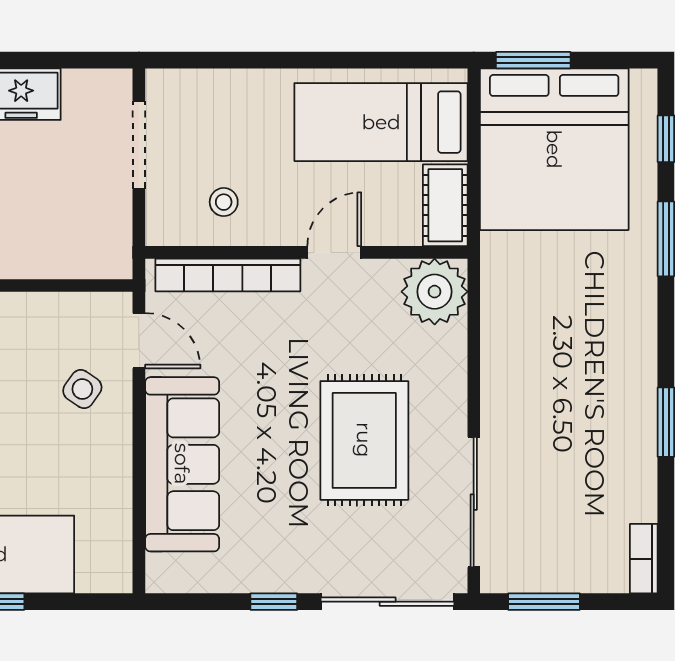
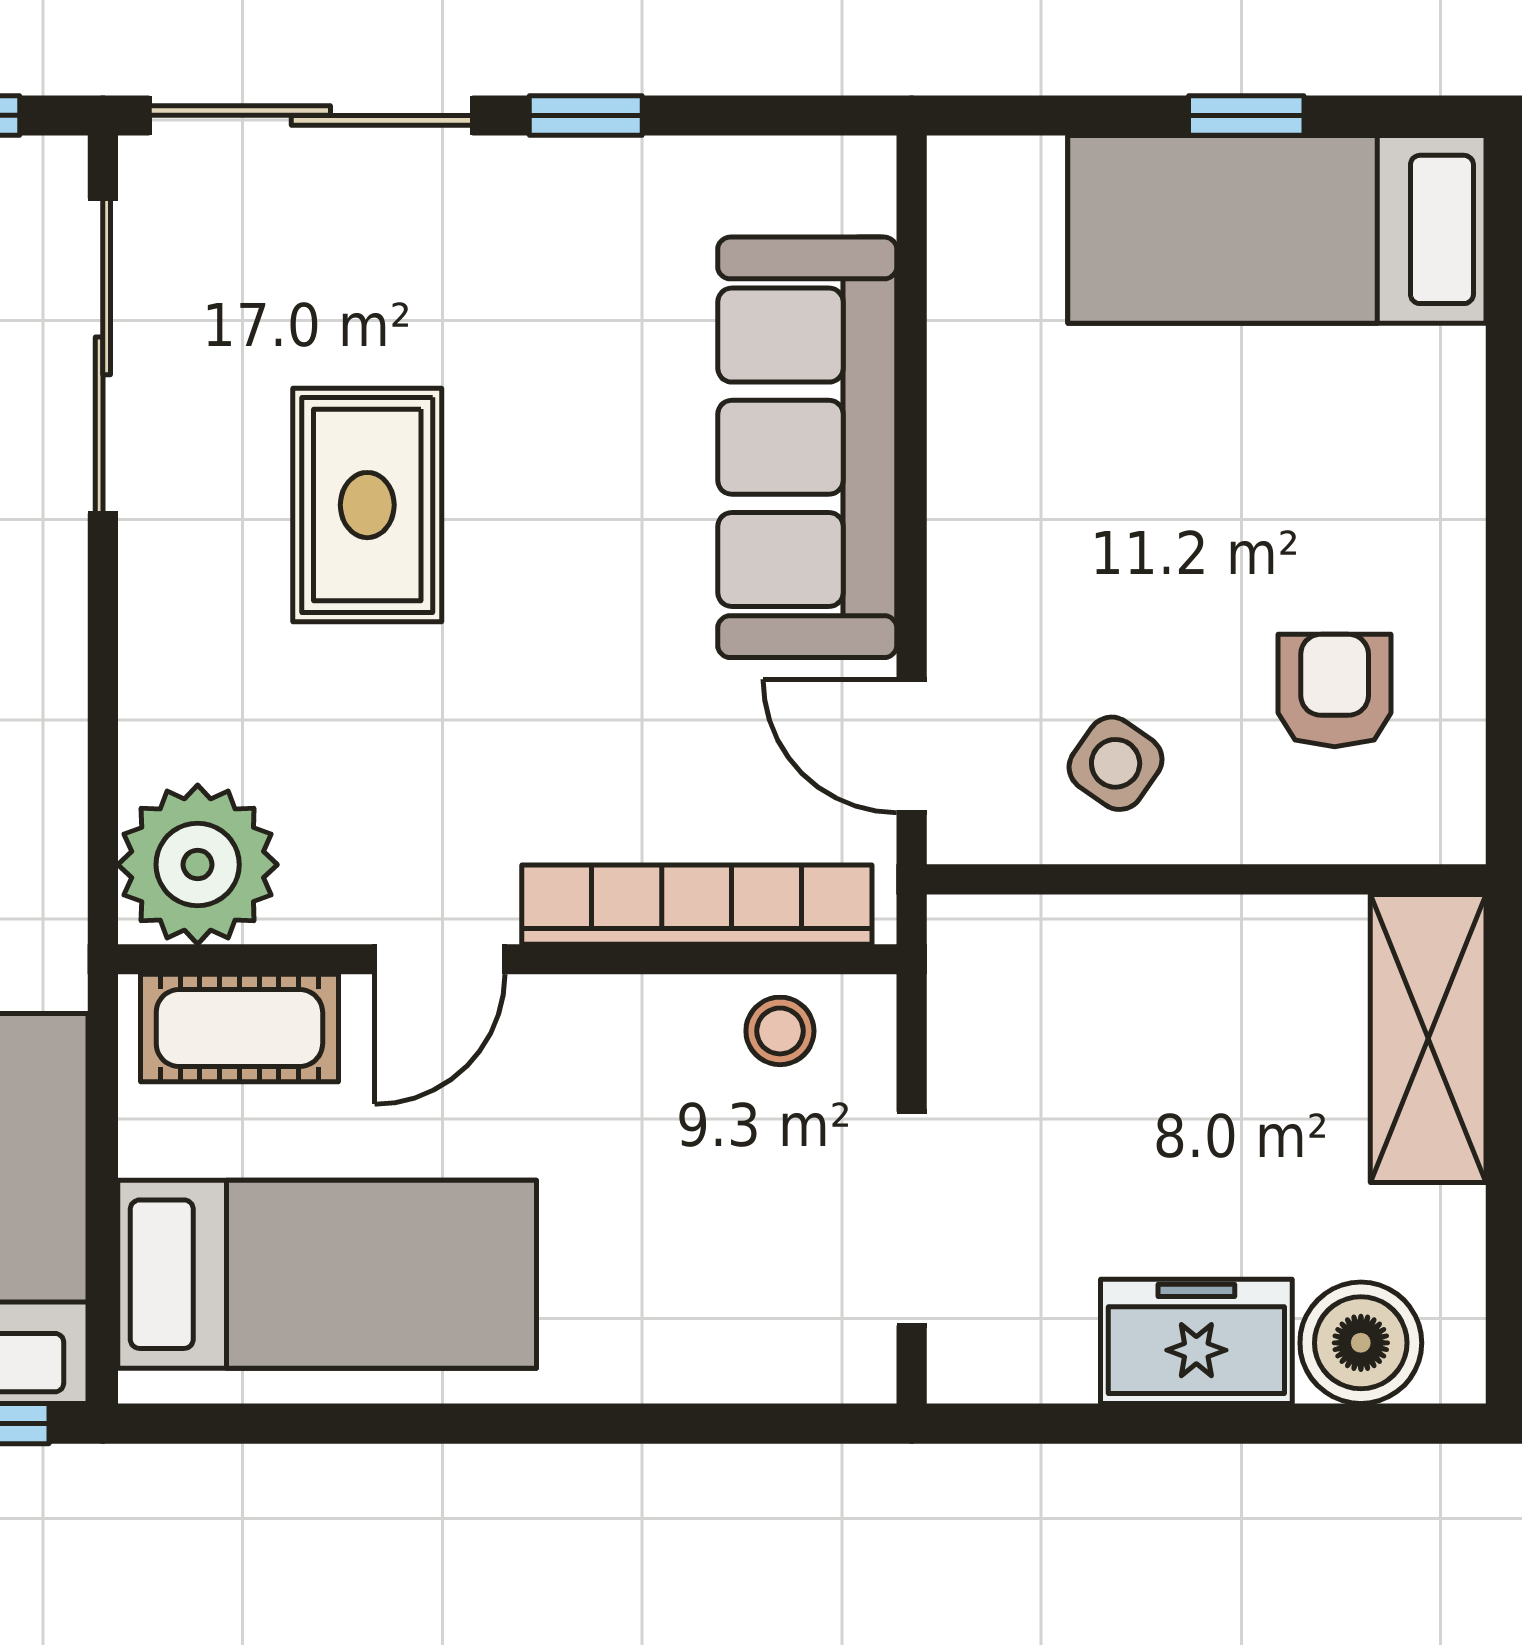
stool: (224, 202) -> (780, 1031), moved
cot: (445, 205) -> (239, 1028), moved, turned 90
side table: (82, 389) -> (1116, 763), moved
rug: (364, 440) -> (367, 505), width x0.73, depth x0.70

